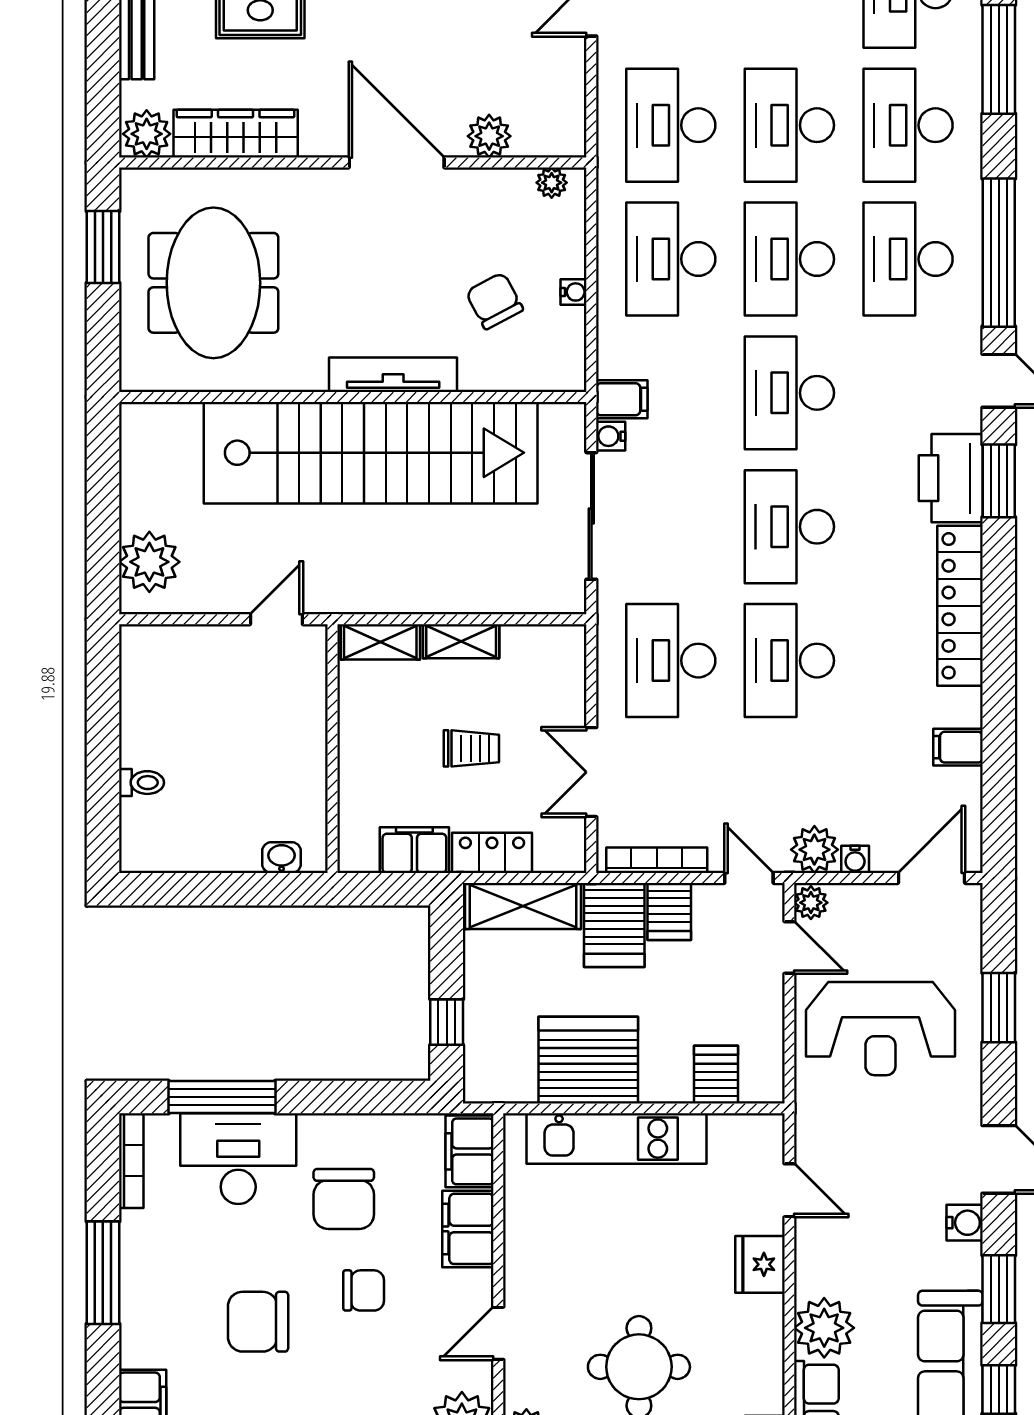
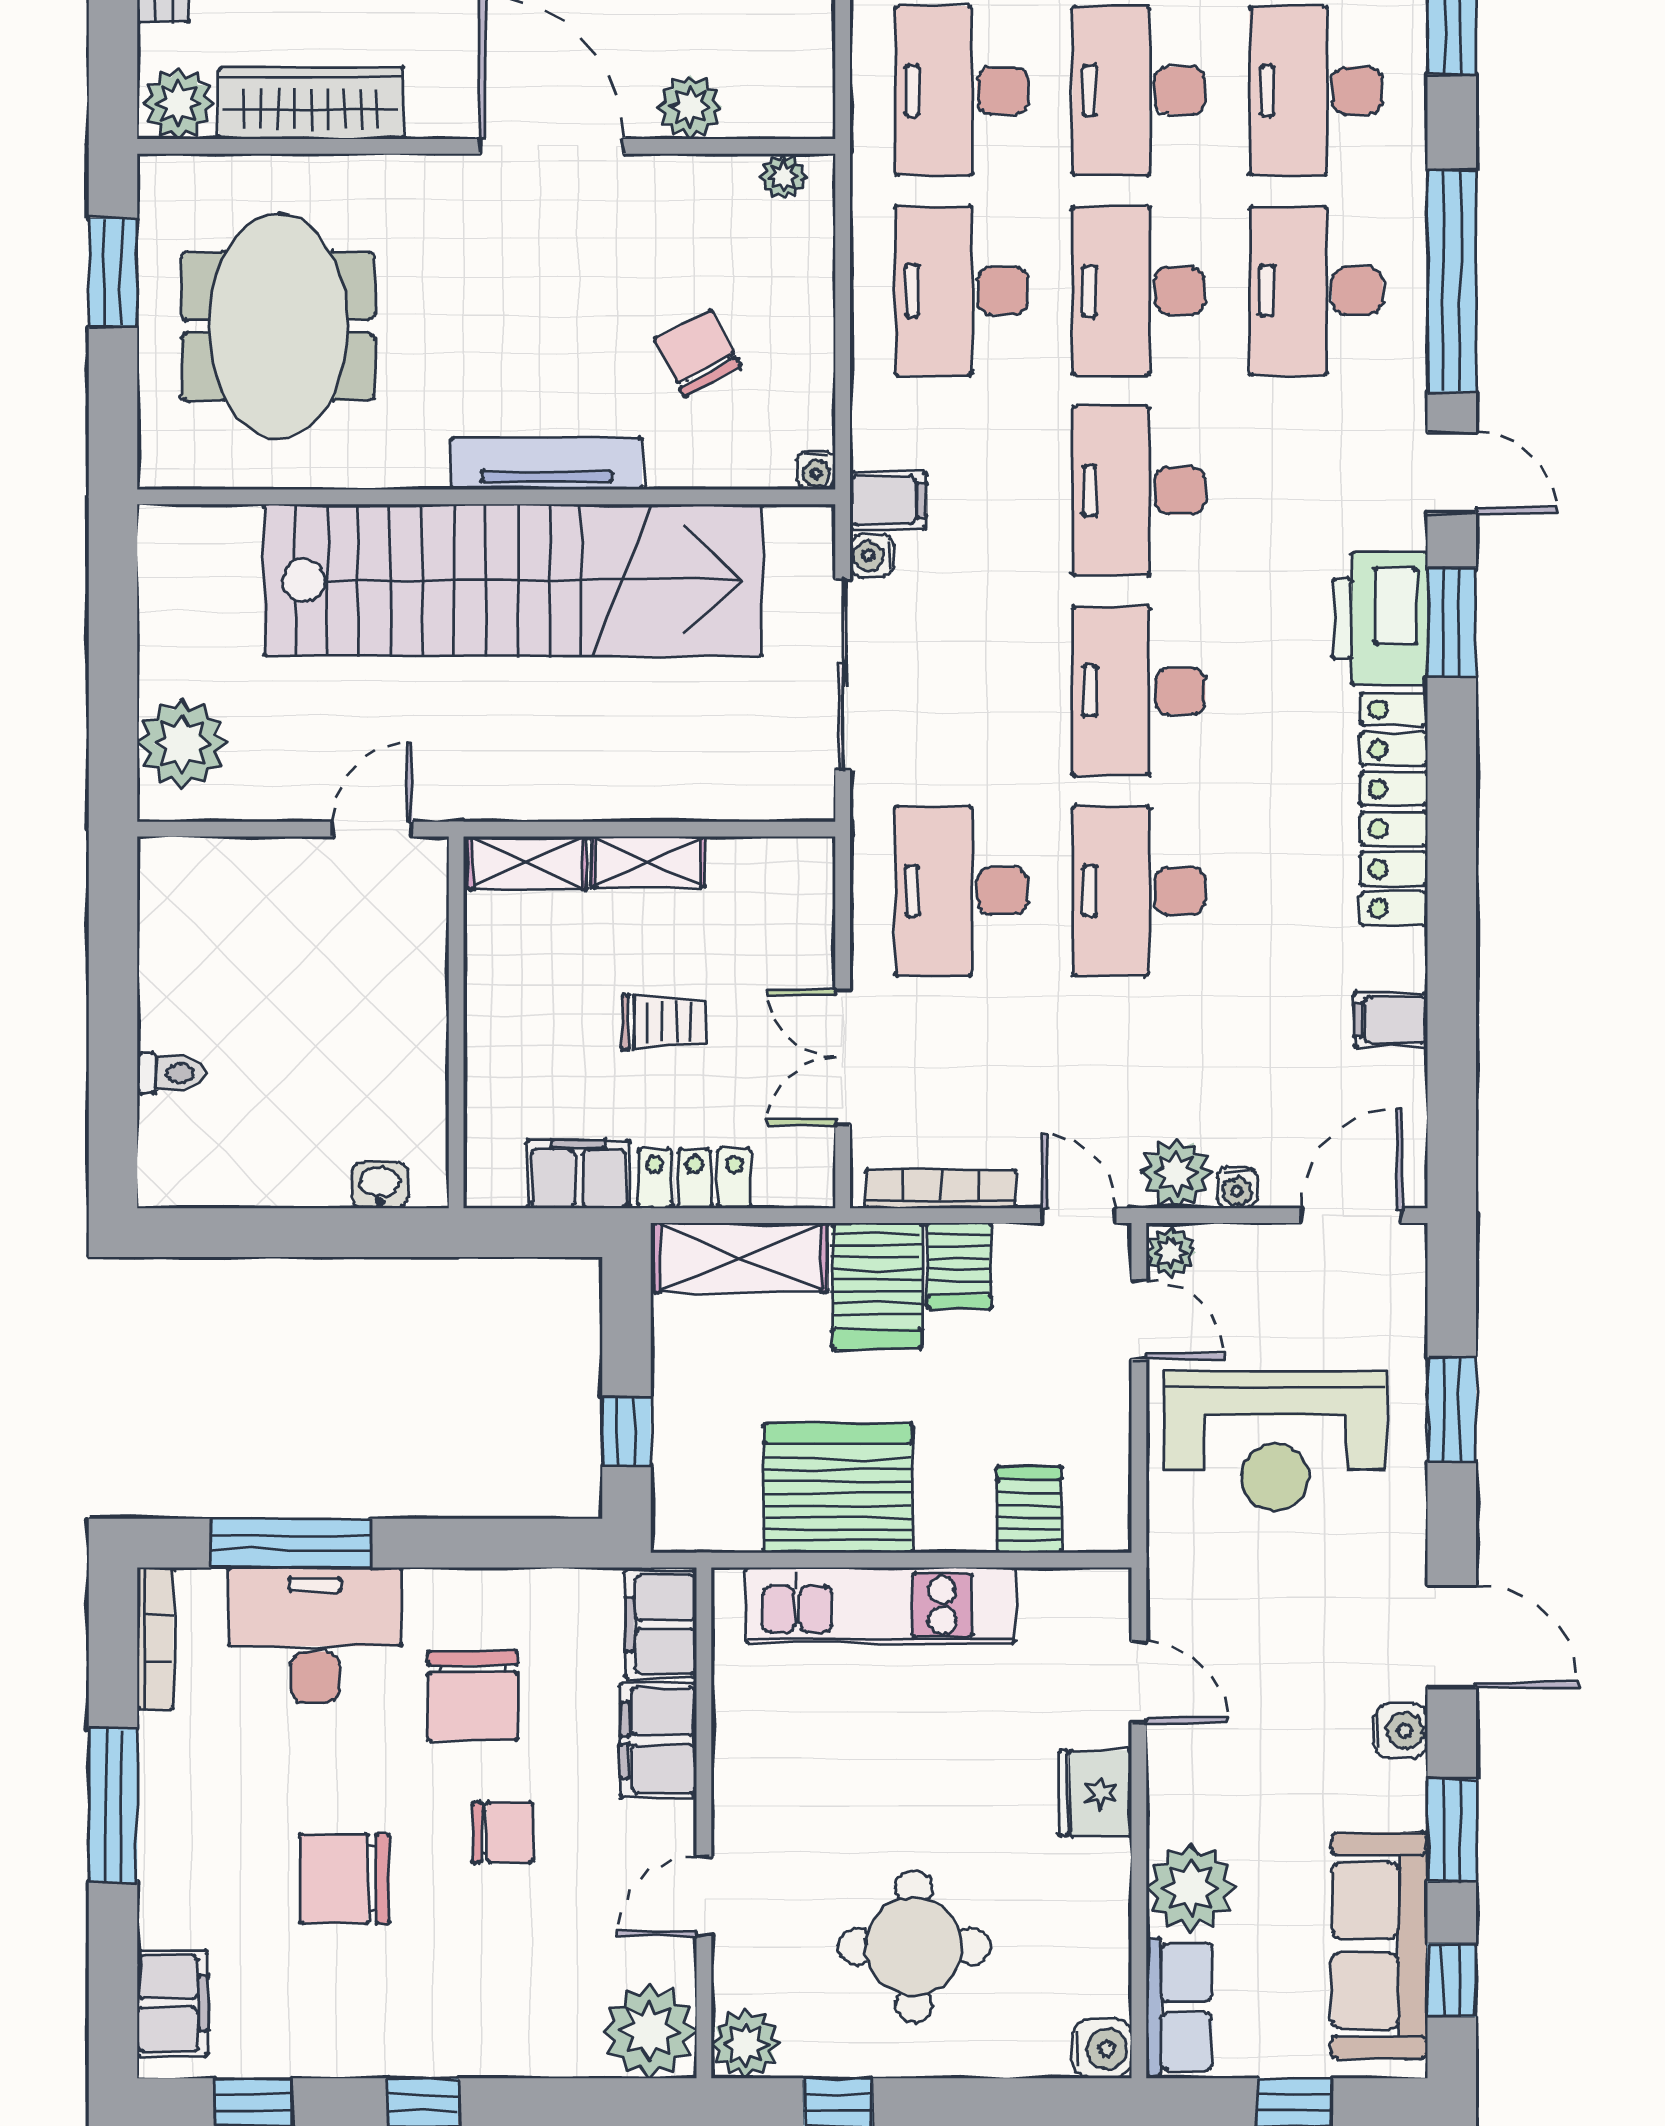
water cooler: (574, 292) -> (816, 470), moved, turned 90

